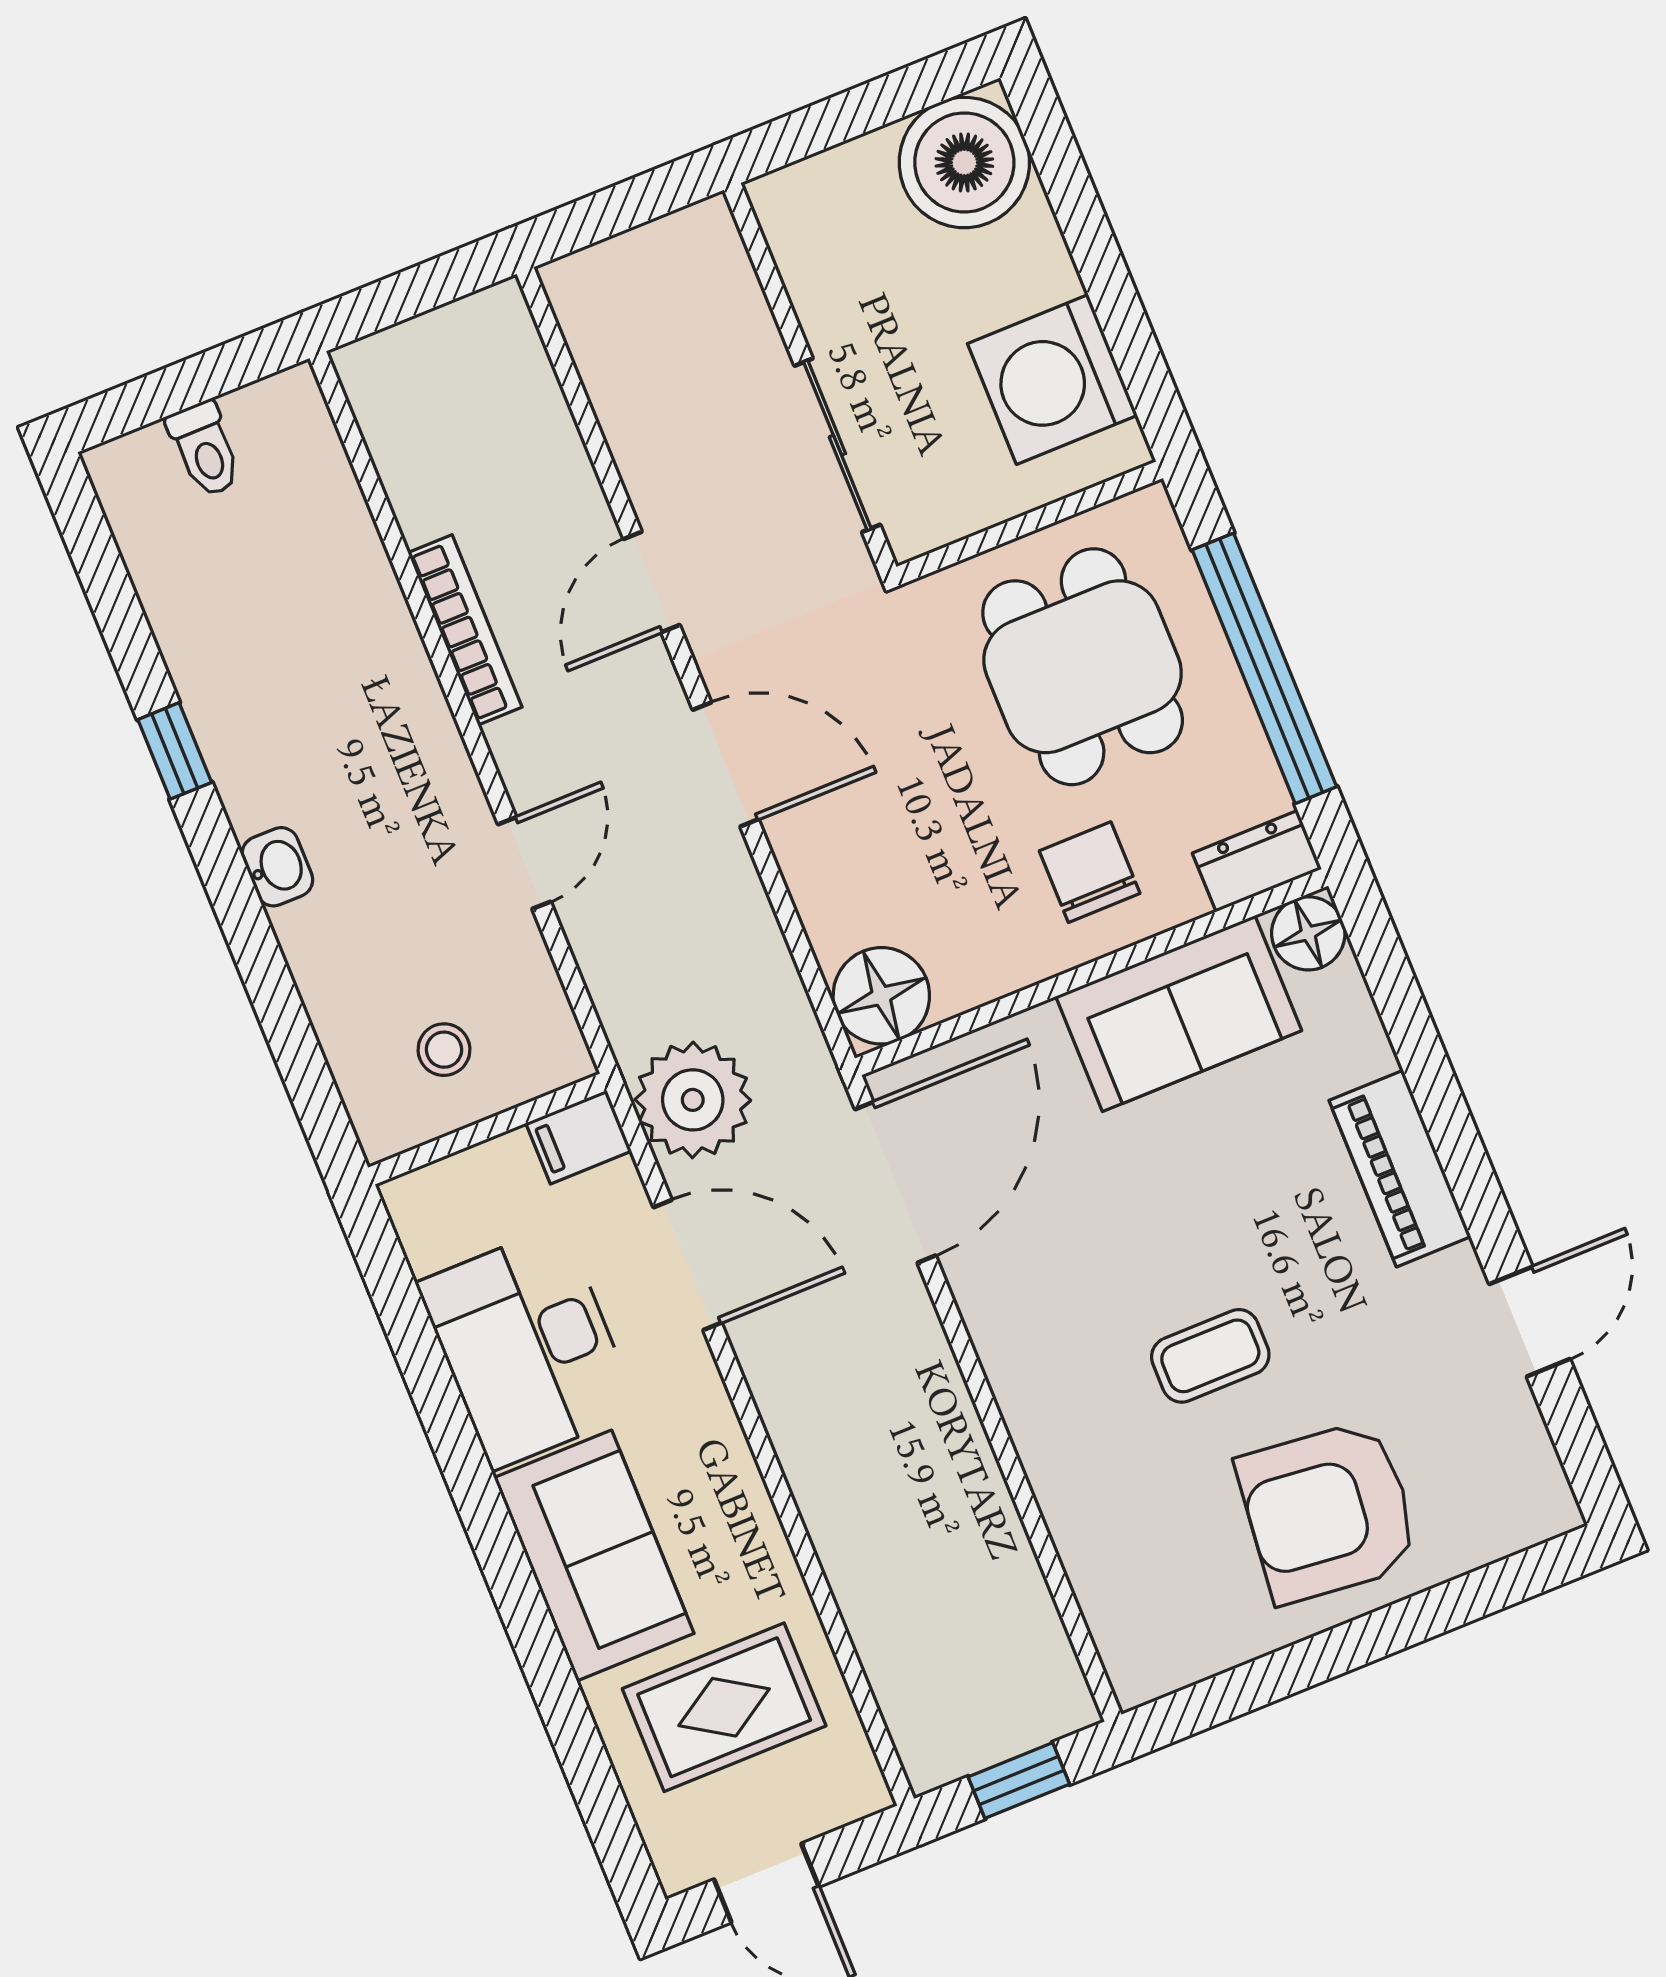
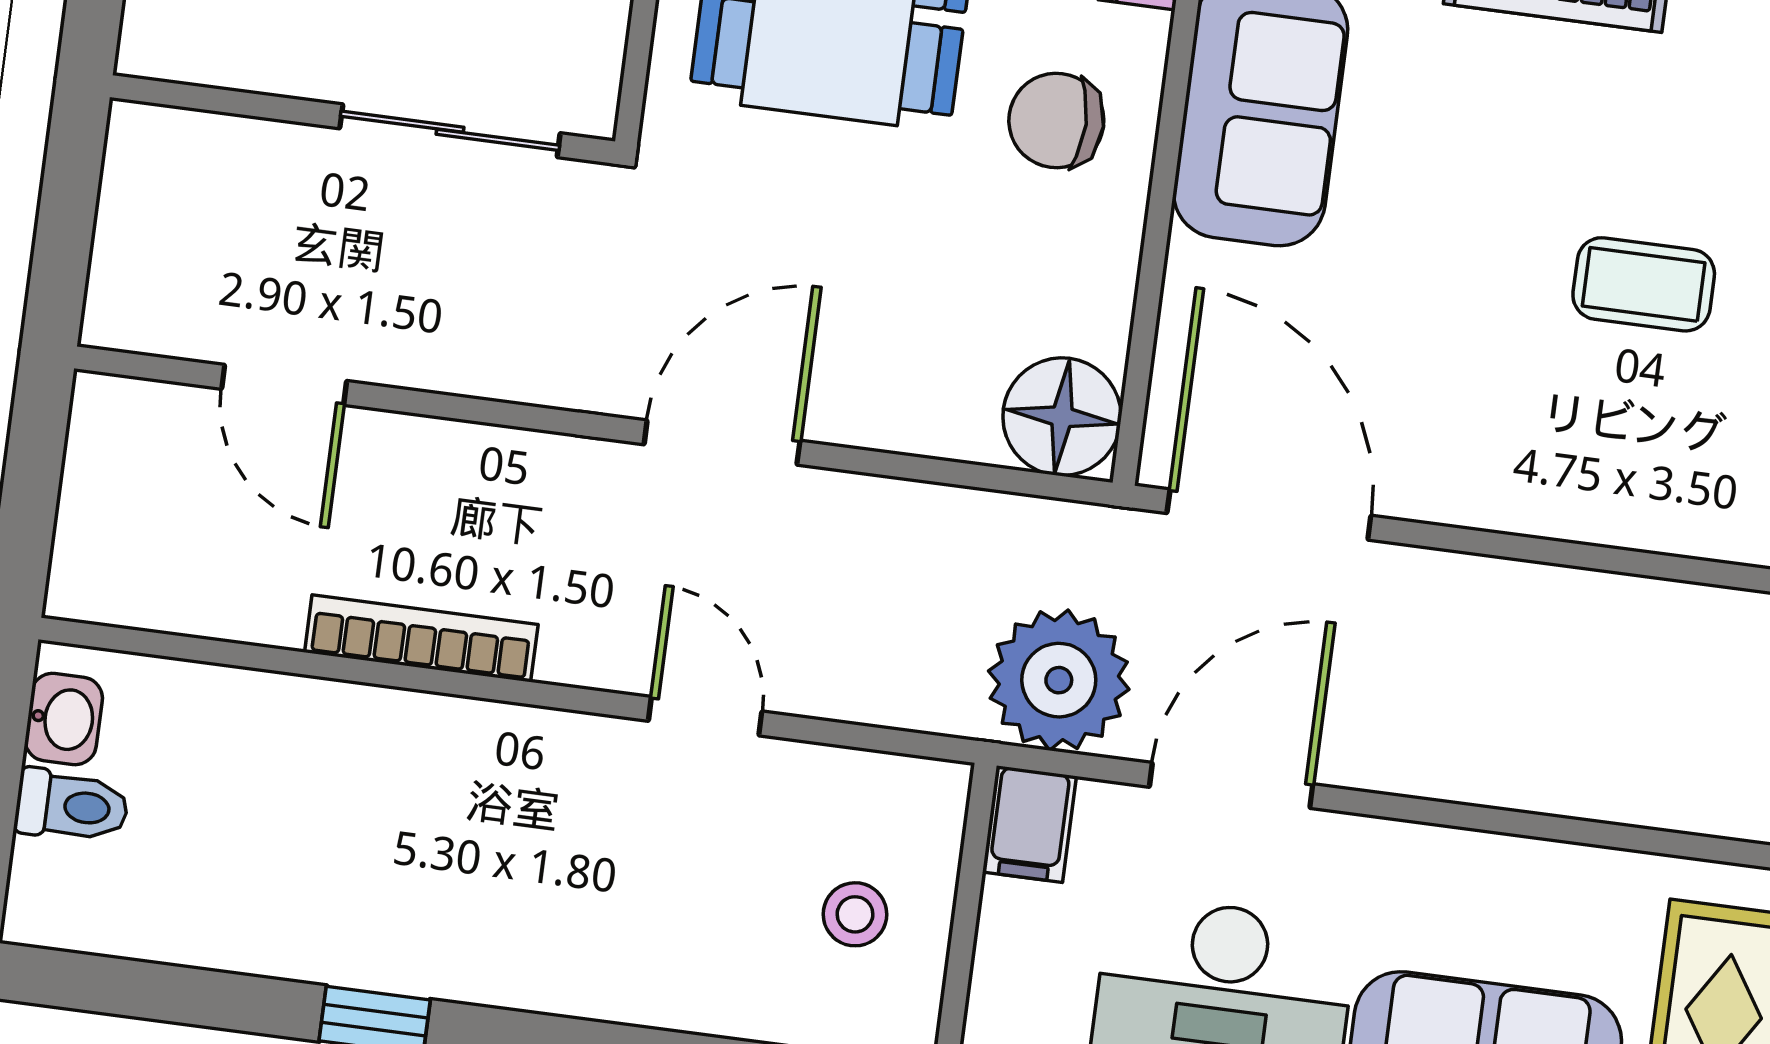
door: (652, 582) -> (284, 385), moved
washbasin: (277, 867) -> (64, 719), moved, turned 90
coffee table: (1210, 1356) -> (1644, 284), turned 90

